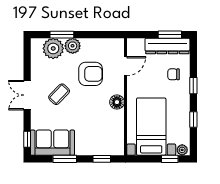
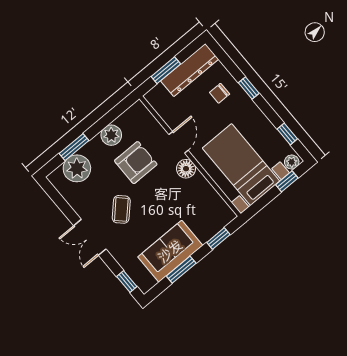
window: (170, 35) -> (166, 70), moved
plant: (73, 46) -> (111, 135), moved
door: (126, 66) -> (179, 142), moved
window: (193, 120) -> (287, 134), moved
sofa: (52, 143) -> (170, 251), moved

